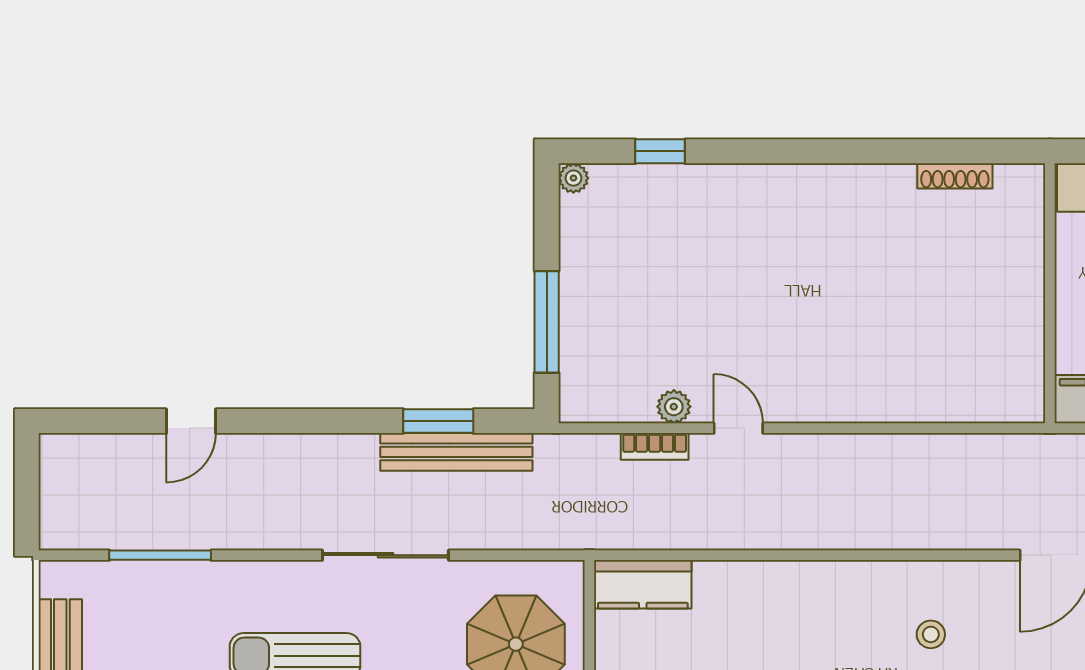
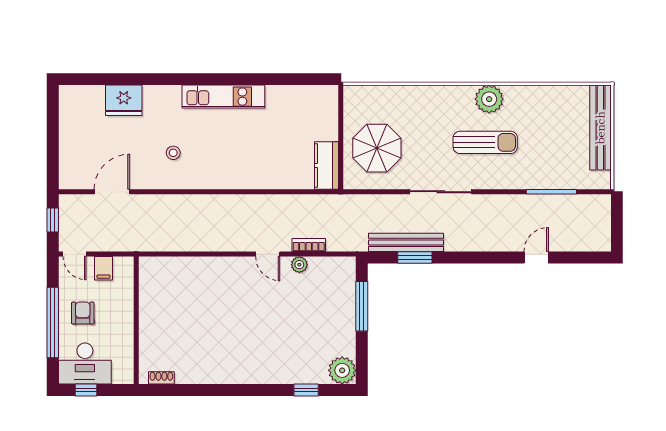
shoe rack: (955, 176) -> (161, 378), width x0.70
plant: (573, 178) -> (342, 370), width x1.88, depth x1.88
wall: (1050, 293) -> (136, 320), moved
kitchen counter: (643, 584) -> (326, 166), moved, turned -90

